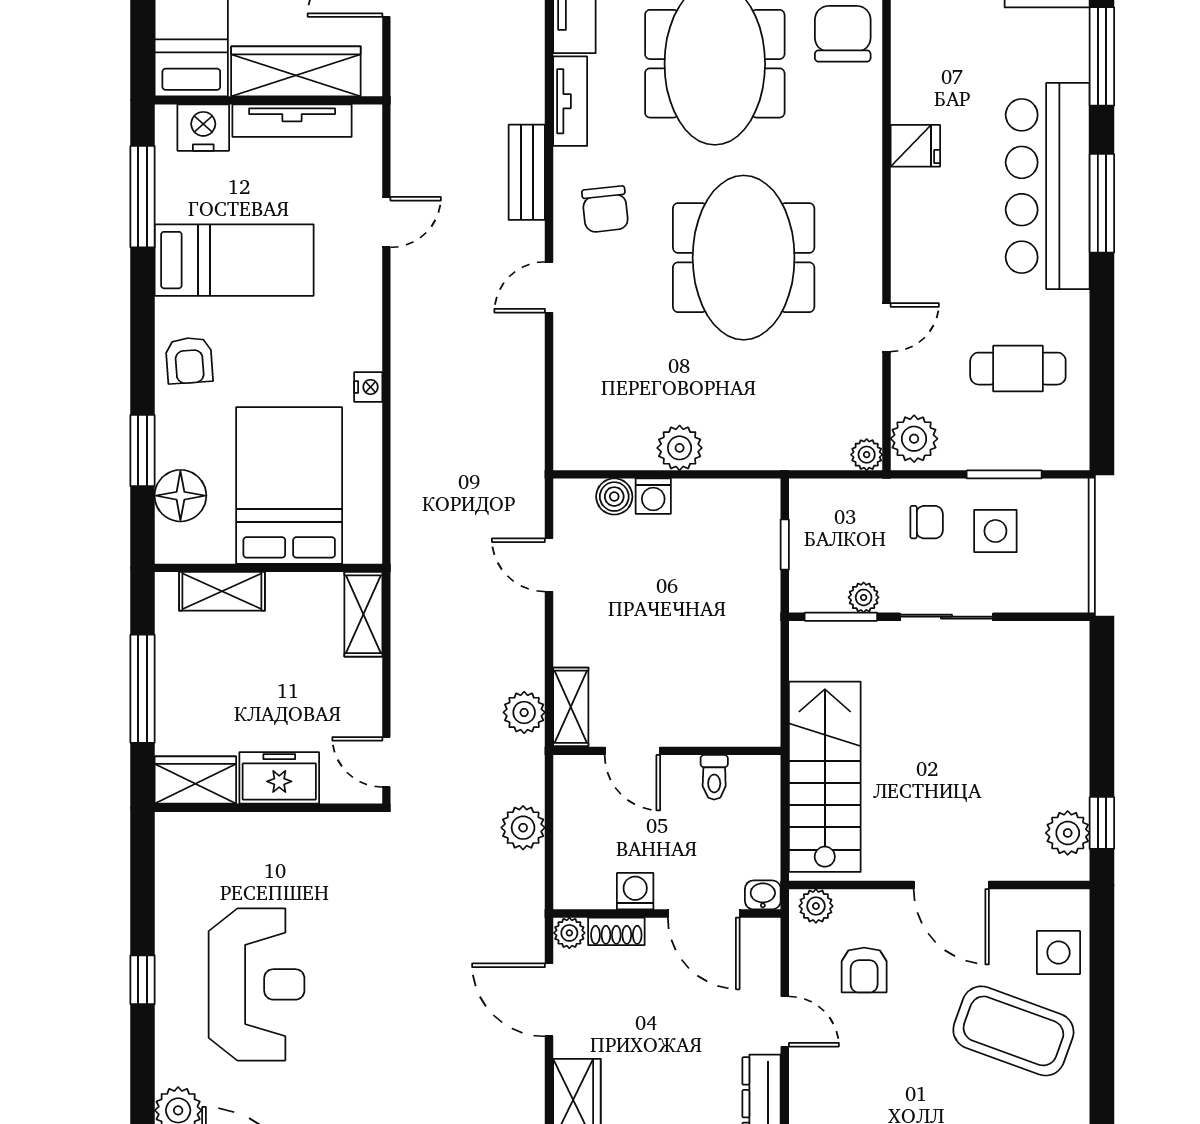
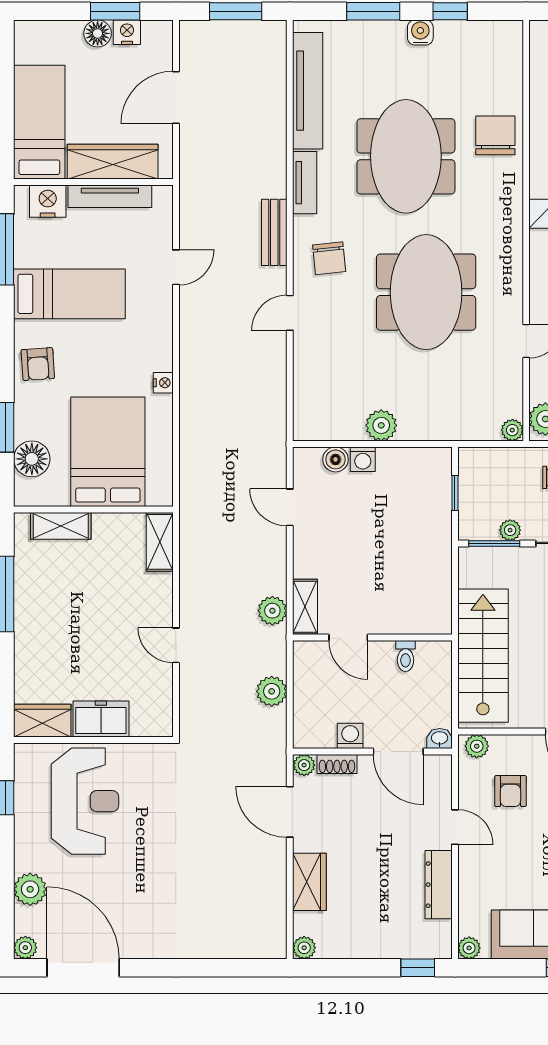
freezer: (279, 778) -> (101, 719), moved
wardrobe: (195, 780) -> (42, 721), moved
wall: (269, 808) -> (93, 740), moved

